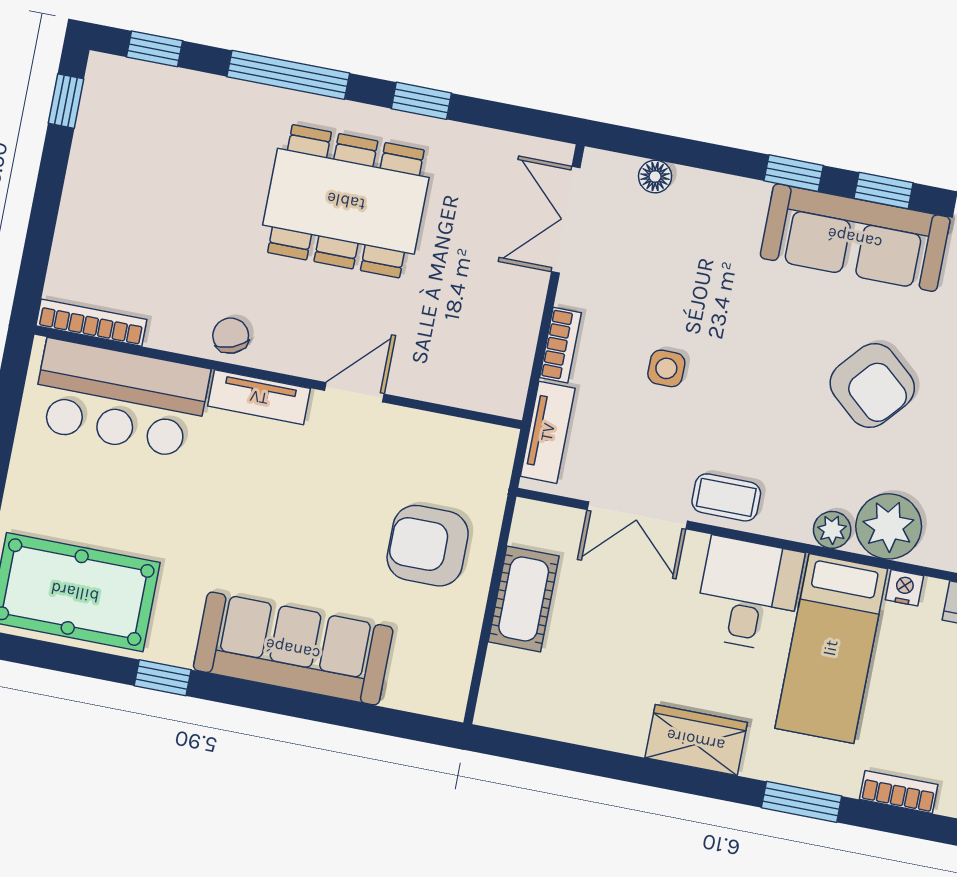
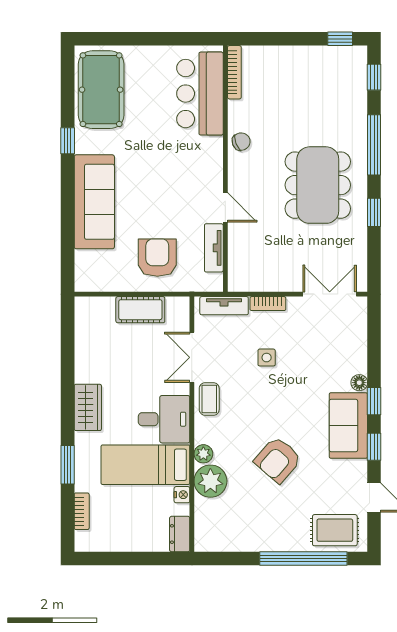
floor lamp: (655, 177) -> (359, 383), moved
sofa: (855, 238) -> (348, 425), width x0.73
tv unit: (259, 397) -> (214, 248), moved

